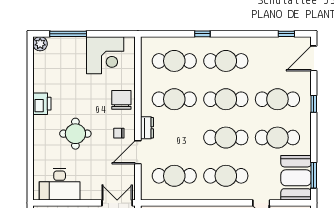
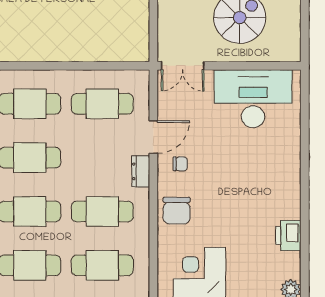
printer: (42, 104) -> (288, 236), moved
round table: (75, 134) -> (241, 163), removed
desk: (60, 184) -> (253, 99), width x1.36, depth x1.30

